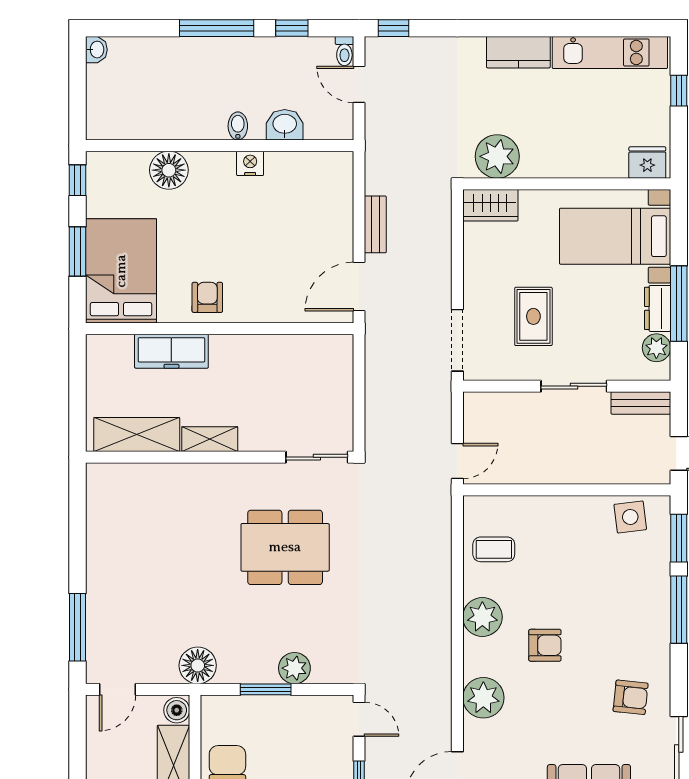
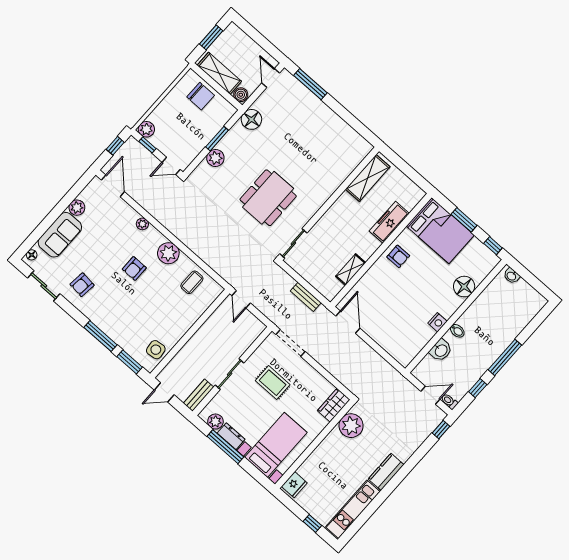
washbasin: (96, 50) -> (512, 276), moved
bench: (375, 224) -> (306, 297), moved
shelving: (210, 439) -> (351, 270), moved
plant: (483, 698) -> (142, 224), width x0.53, depth x0.53

